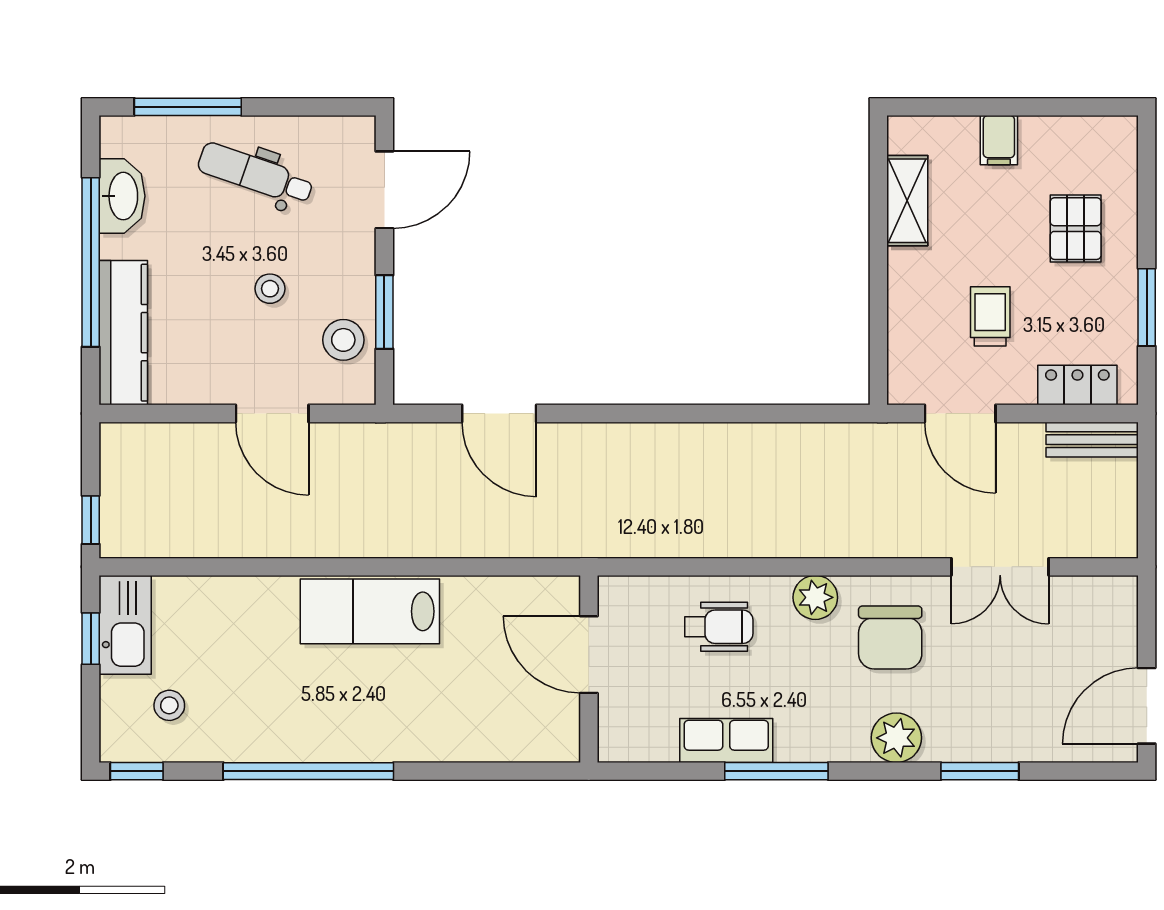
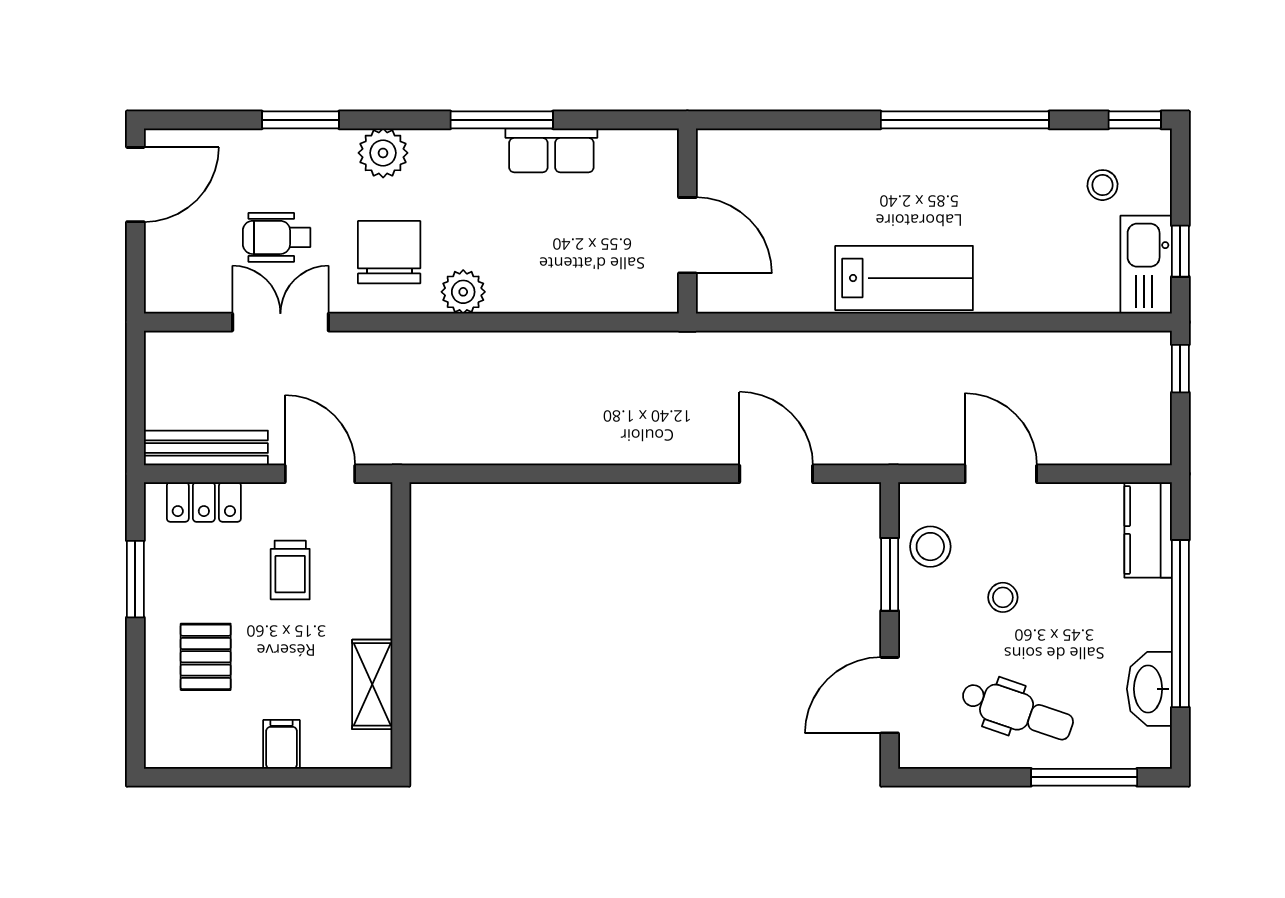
kitchen counter: (123, 333) -> (1148, 530), width x0.67
bench: (1092, 440) -> (206, 448), width x1.36
wheelchair: (719, 627) -> (277, 237), moved

